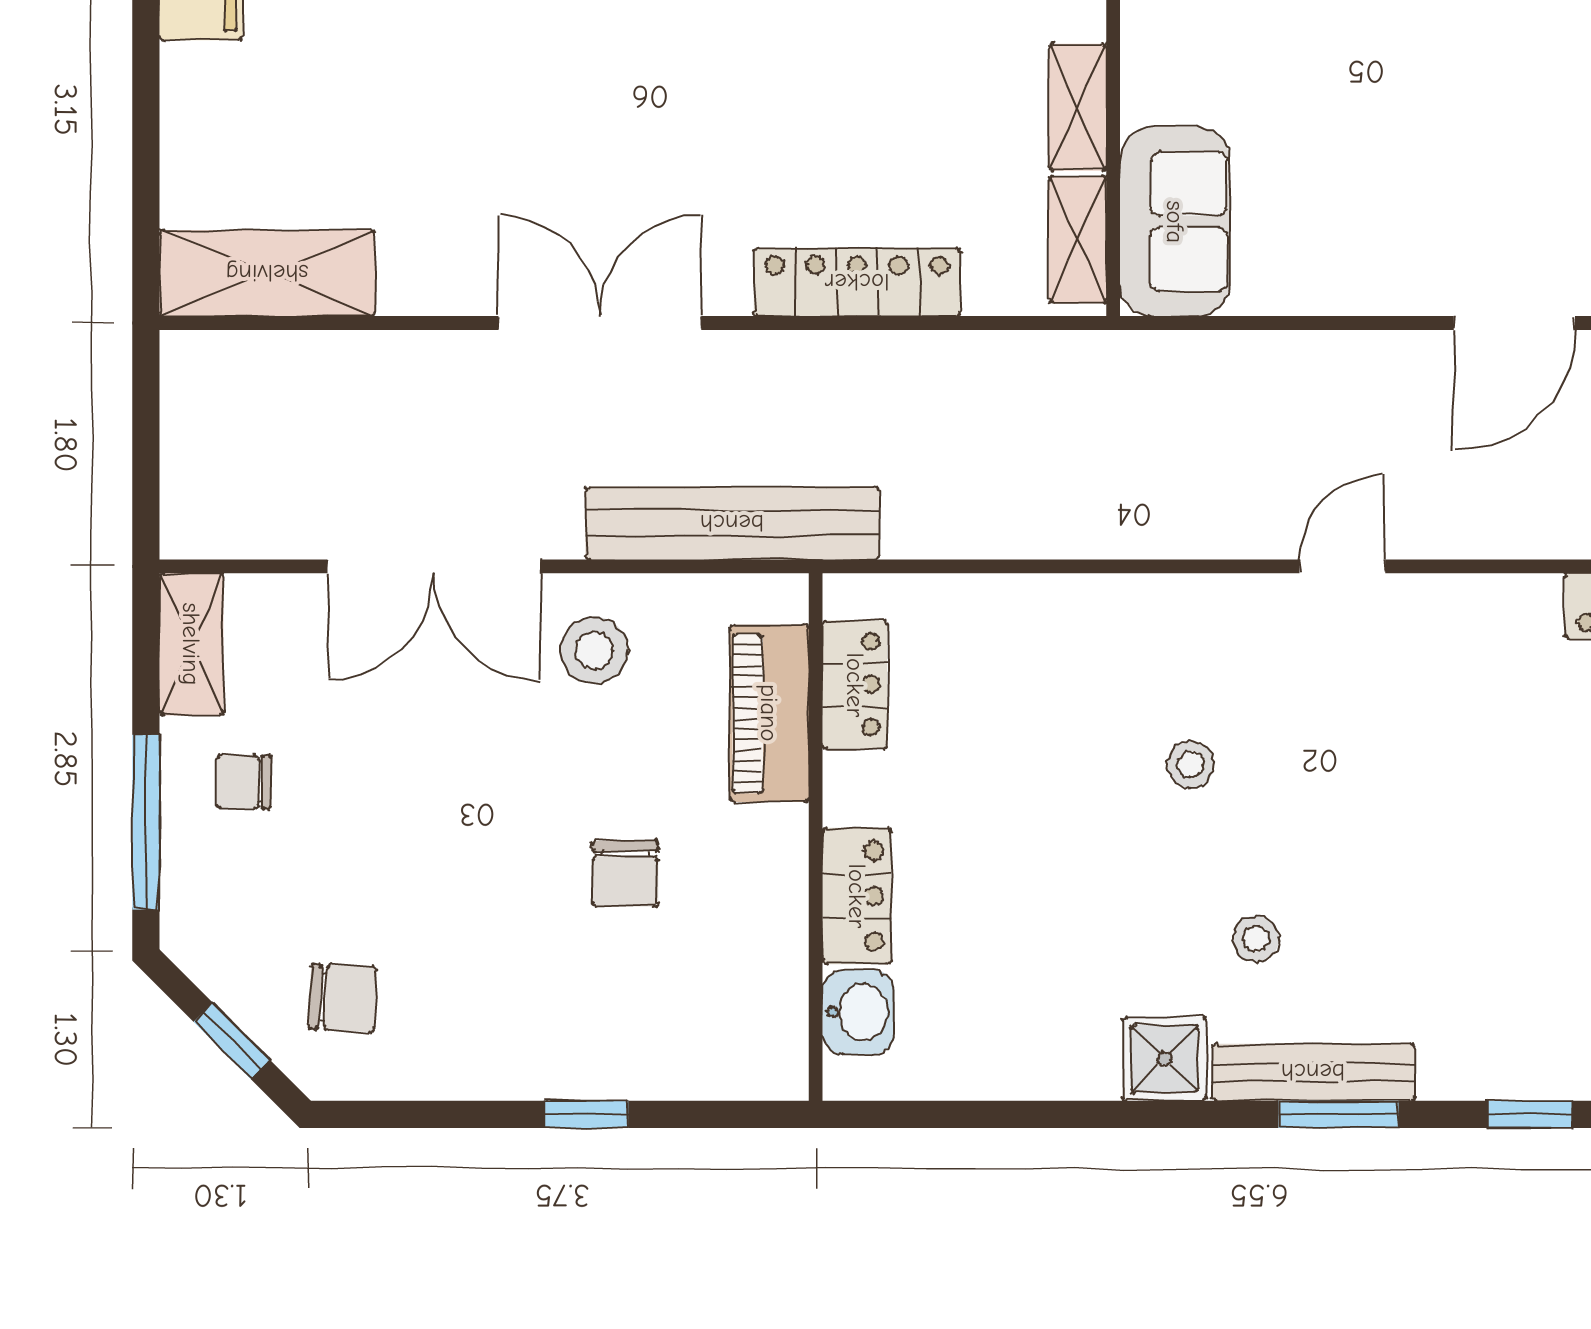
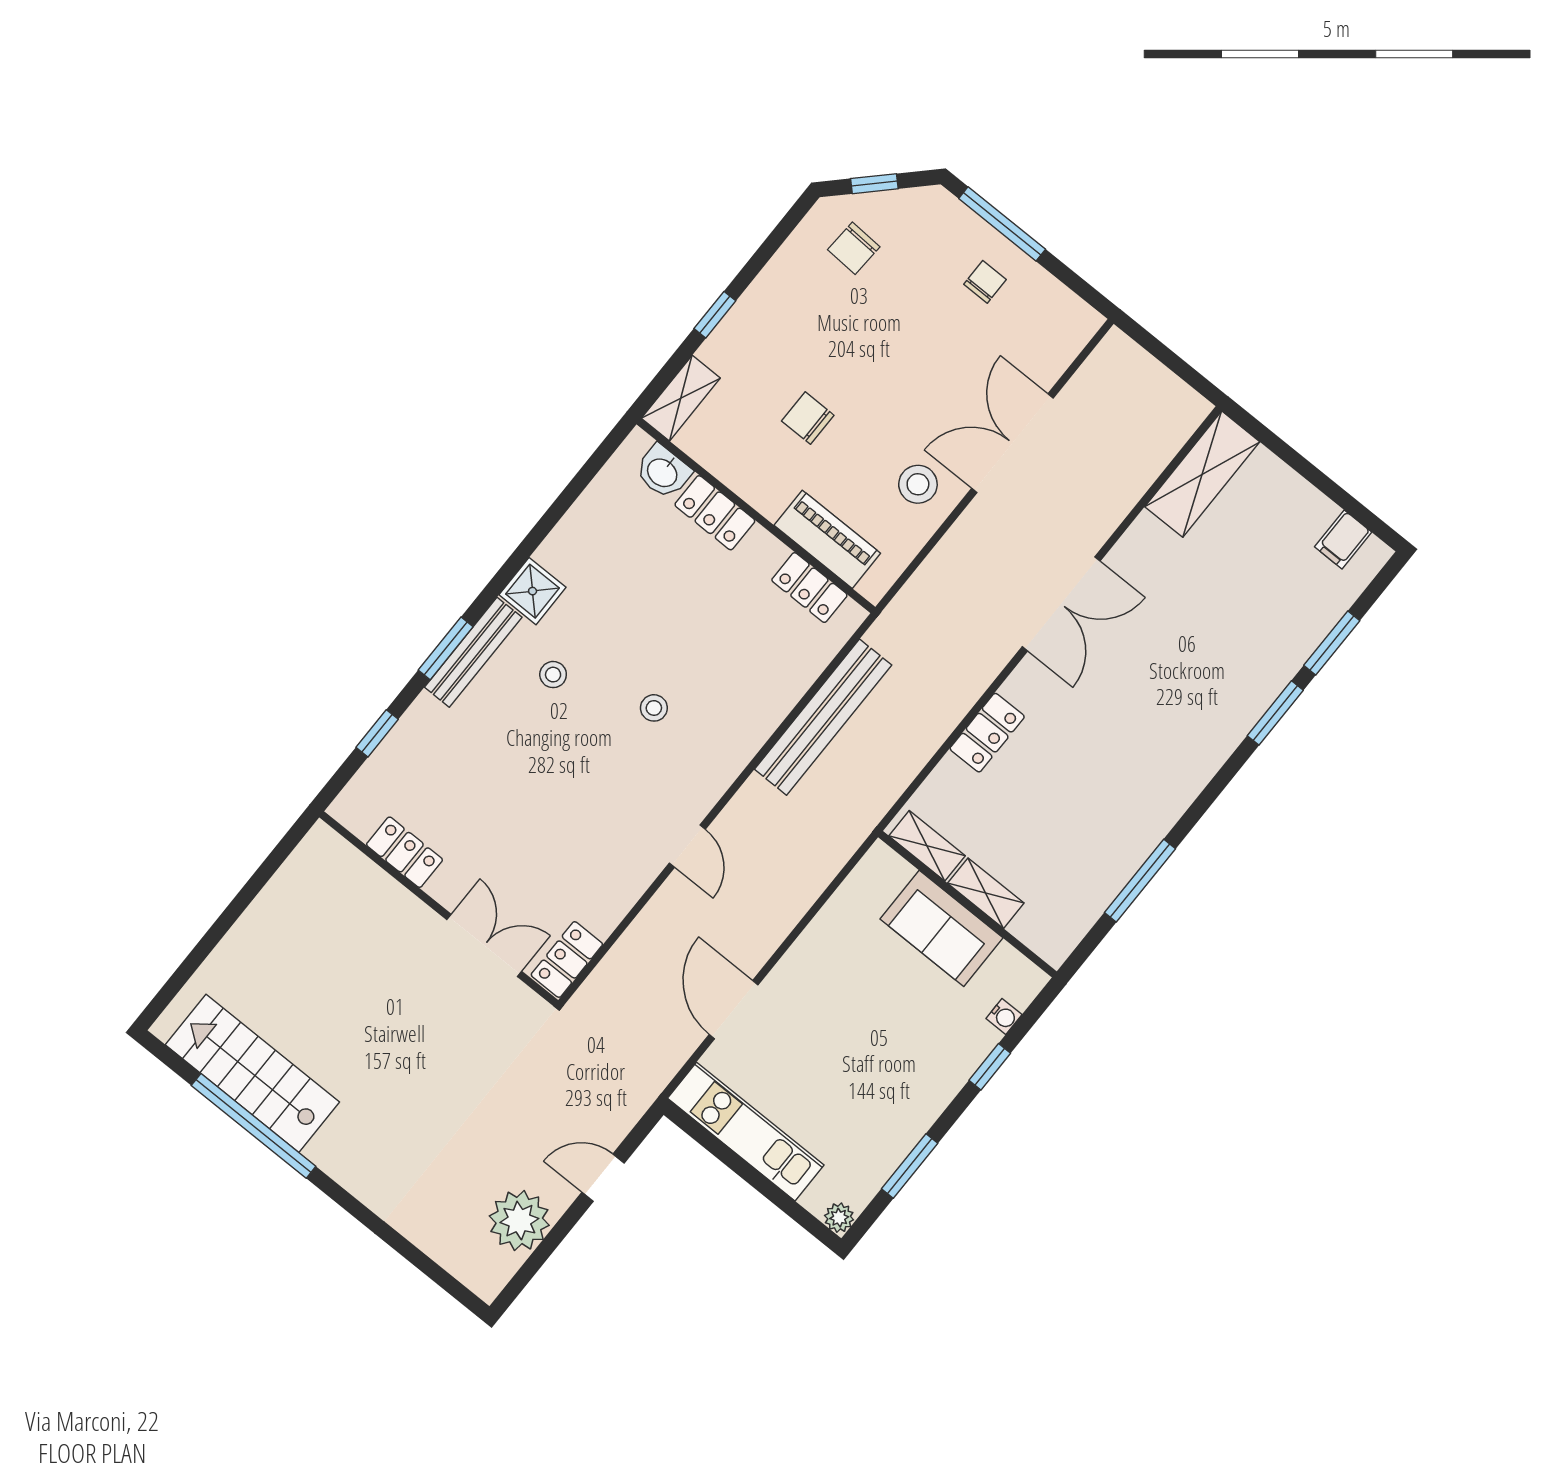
sofa: (1175, 222) -> (941, 928), moved
locker: (857, 282) -> (987, 733), width x0.66
bench: (732, 523) -> (823, 717), moved
shelving: (191, 644) -> (681, 398), moved, turned 90

